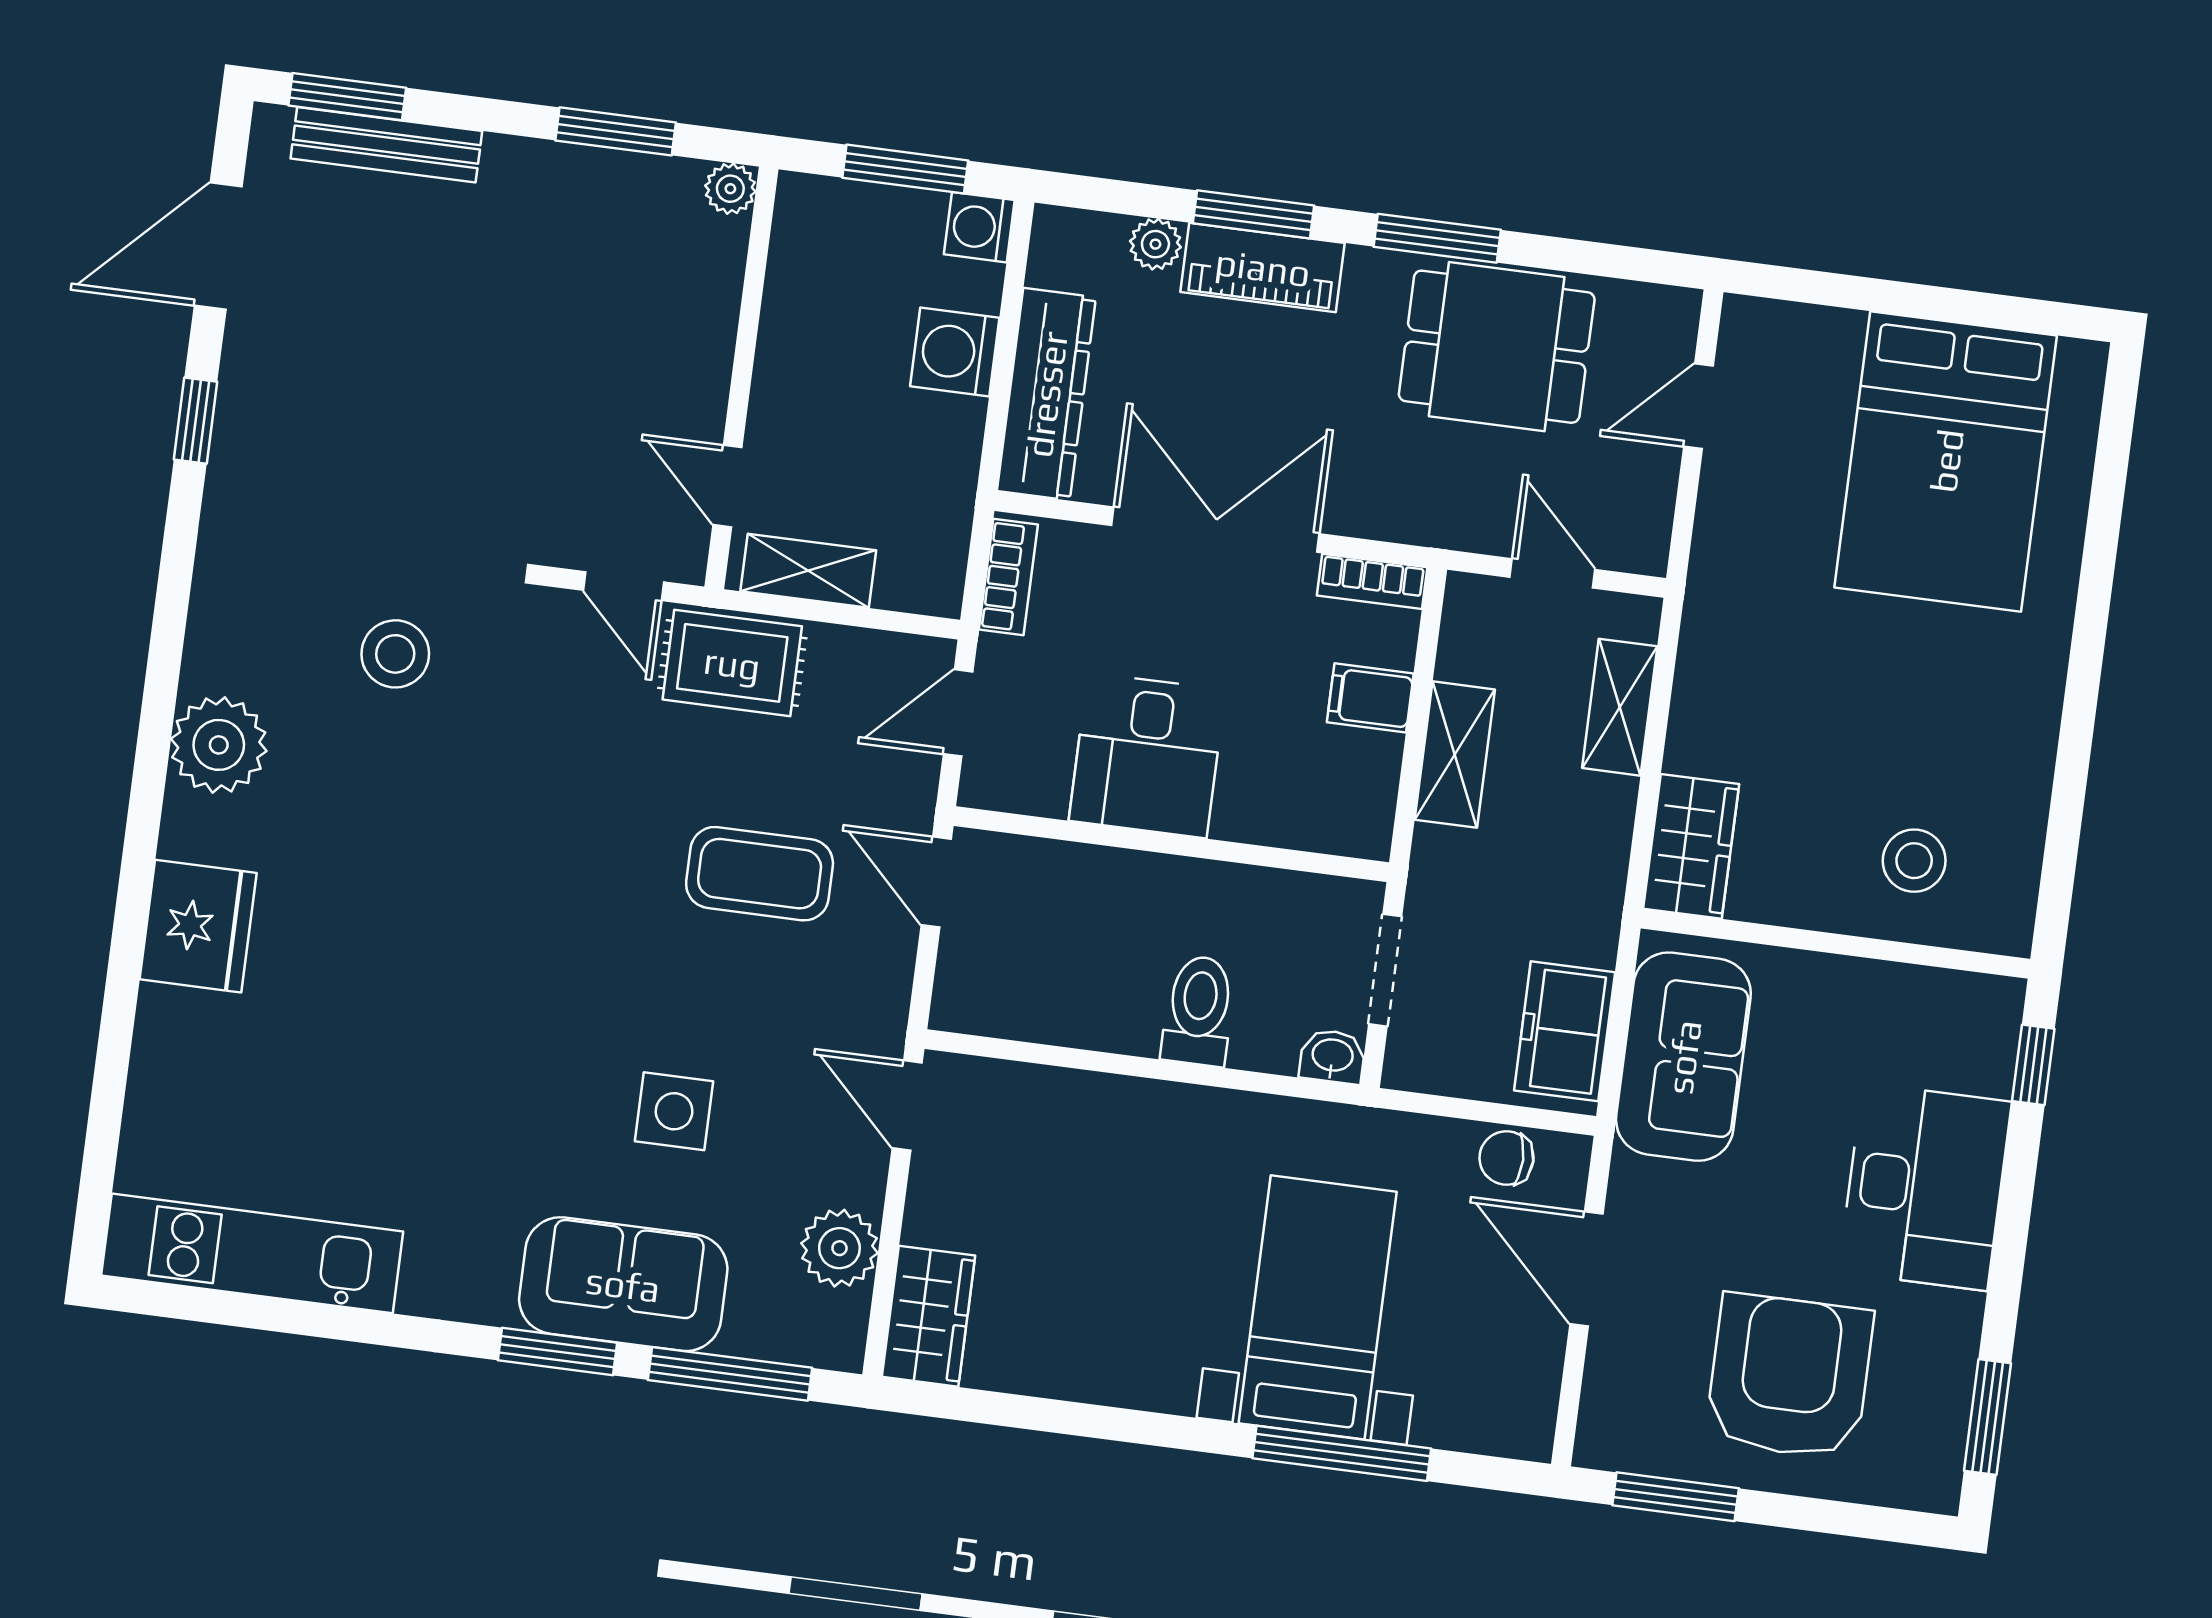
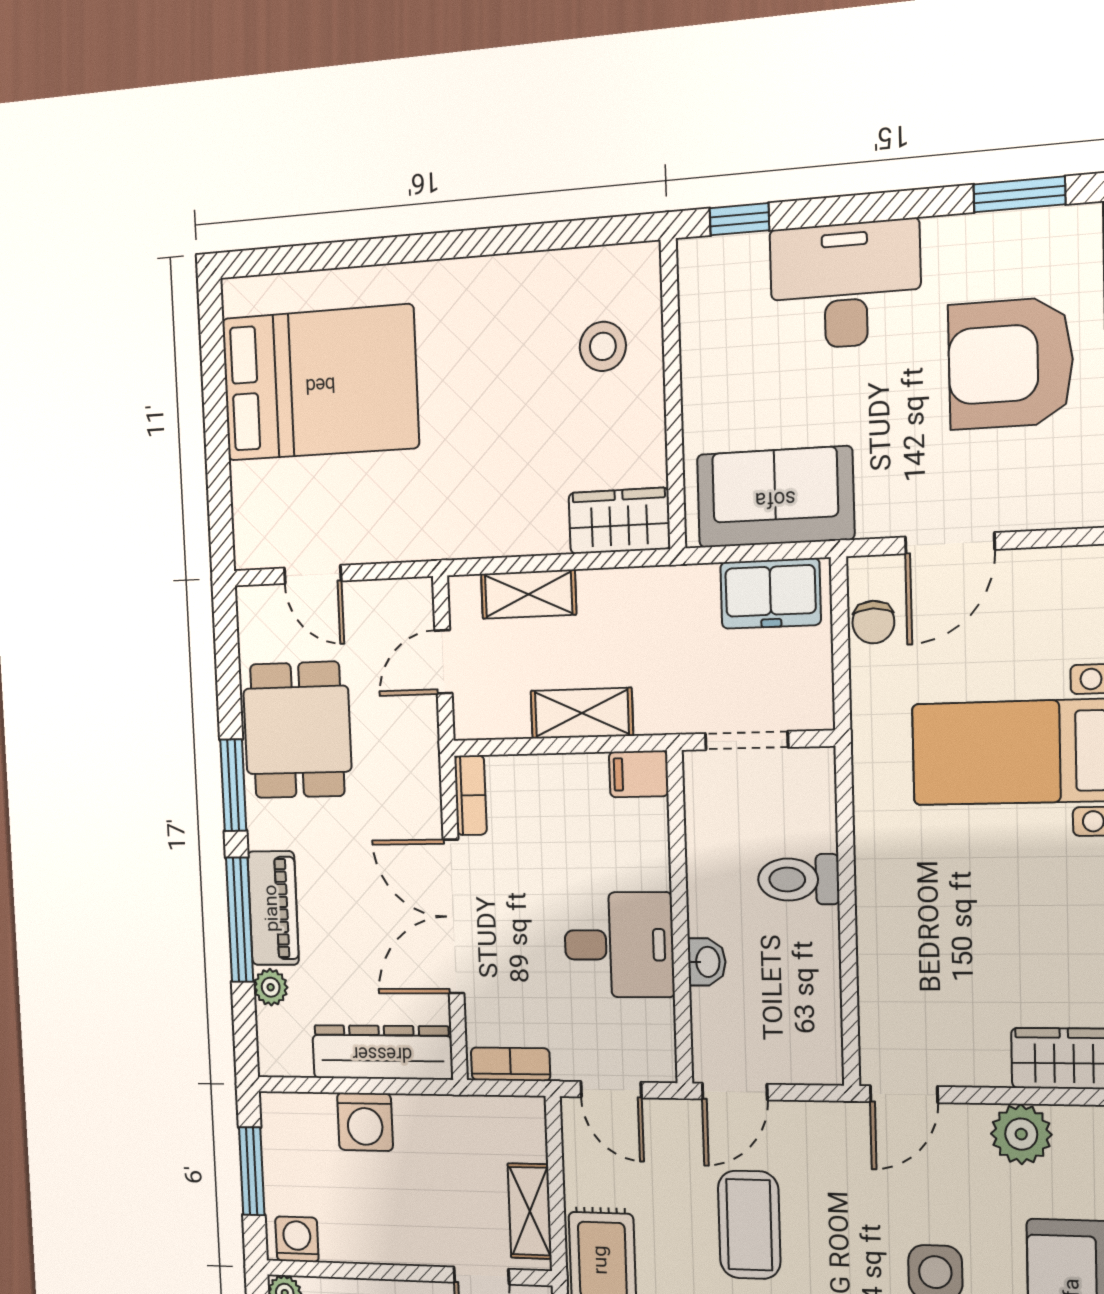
window: (1254, 214) -> (240, 920), width x1.44
washing machine: (979, 227) -> (297, 1239), moved, turned 180
filing cabinet: (1370, 698) -> (639, 774), moved, turned 90
washbasin: (1332, 1056) -> (707, 962), moved, turned 180

